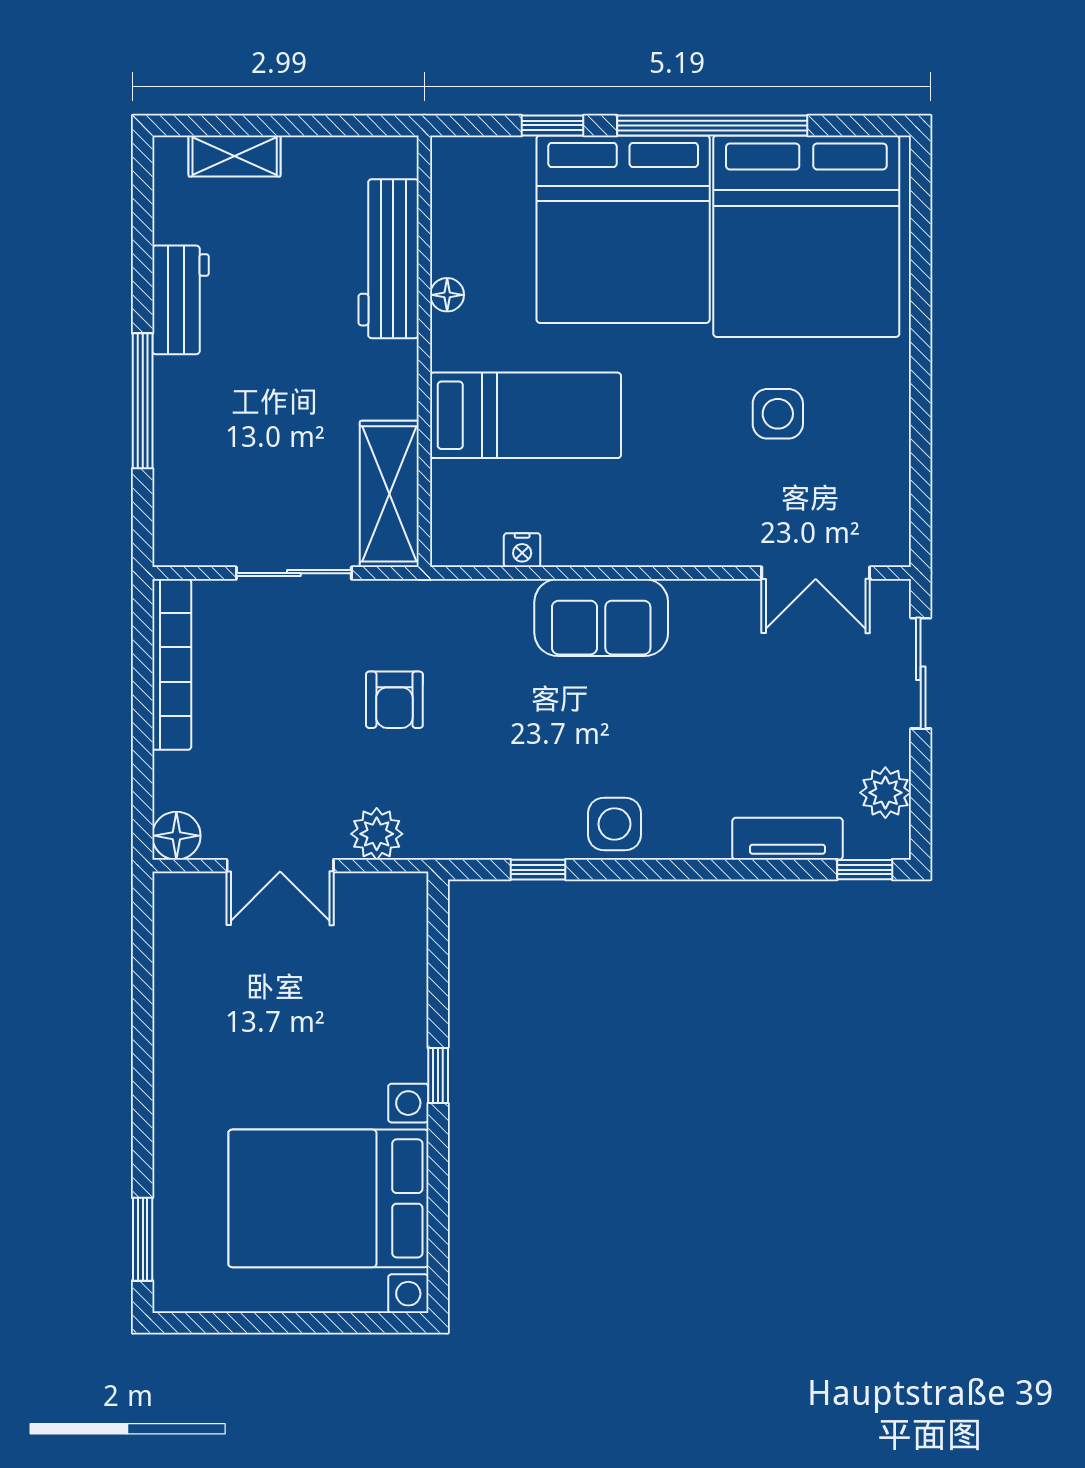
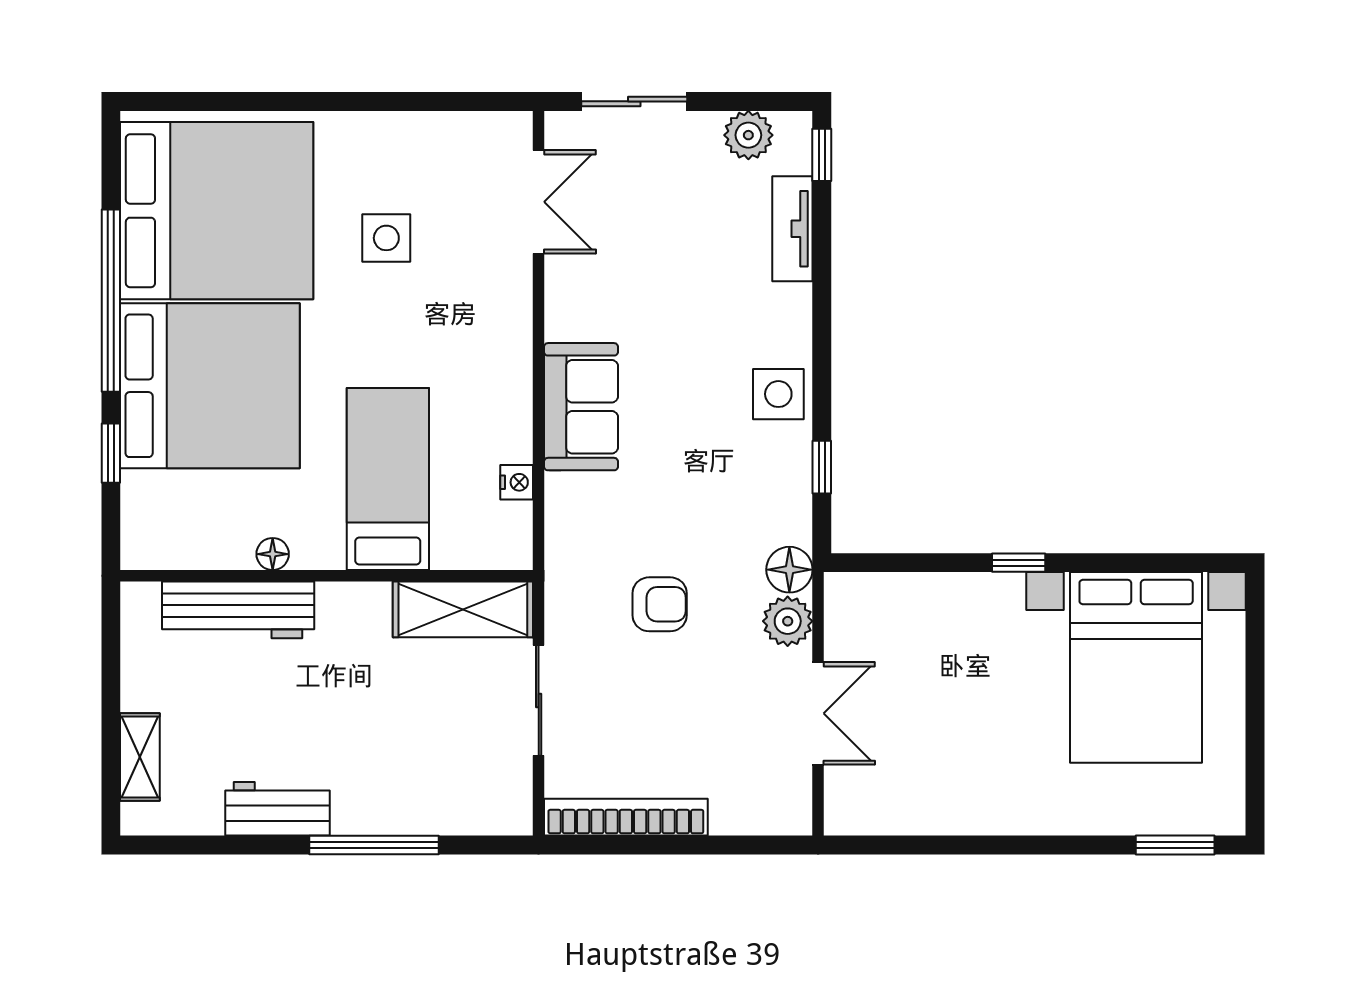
floor lamp: (176, 836) -> (789, 570), moved

